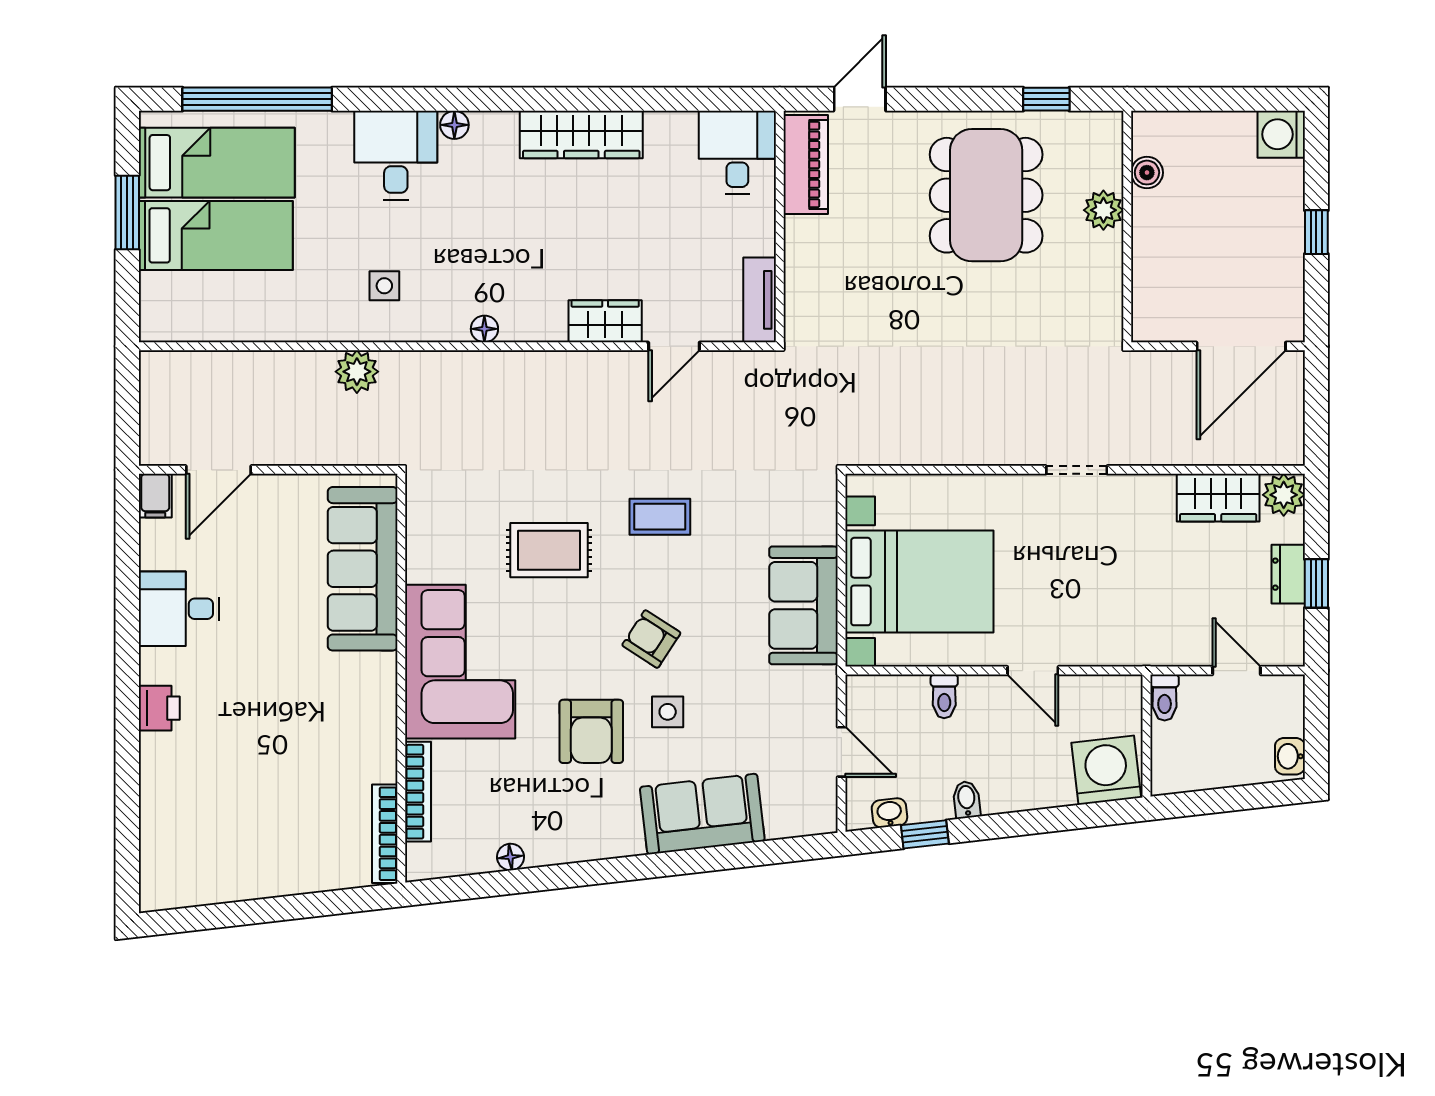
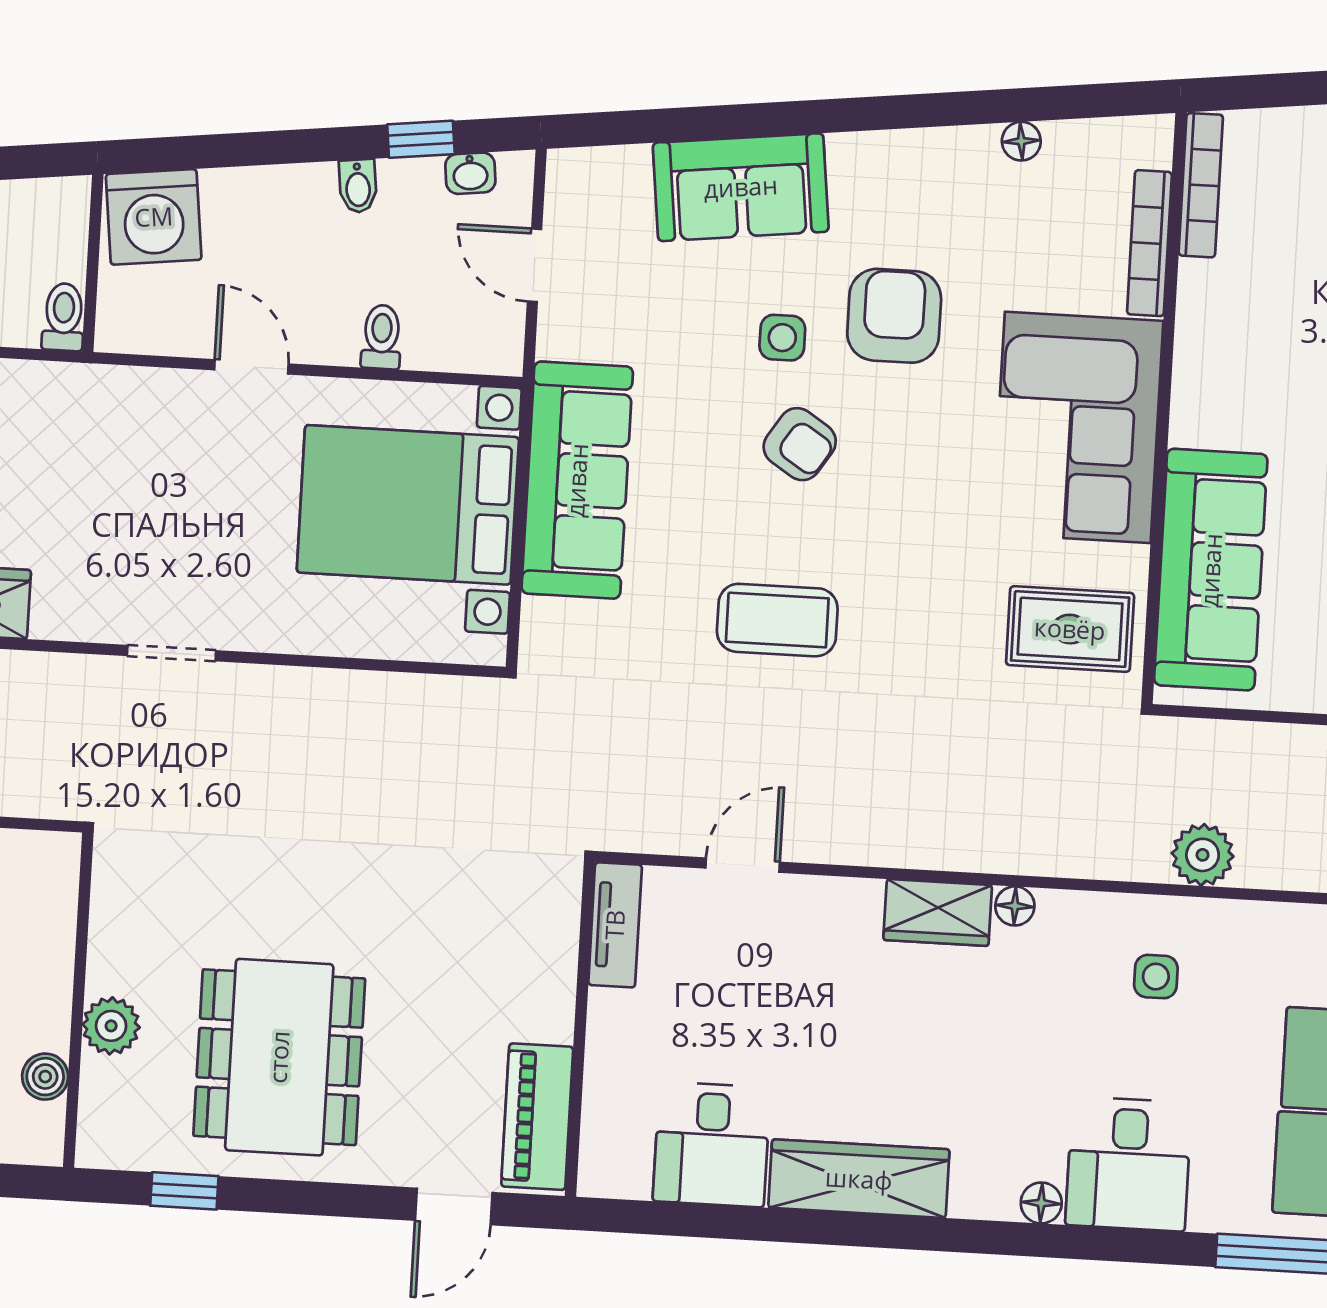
desk: (737, 152) -> (712, 1144), moved
wardrobe: (605, 321) -> (938, 913), moved
coffee table: (660, 517) -> (777, 620), width x1.36, depth x1.30
rug: (549, 550) -> (1070, 629), moved
sofa: (803, 605) -> (577, 480), width x1.36

